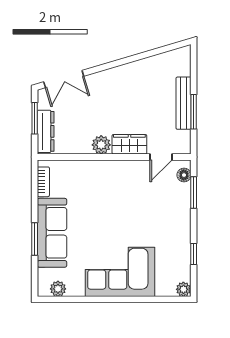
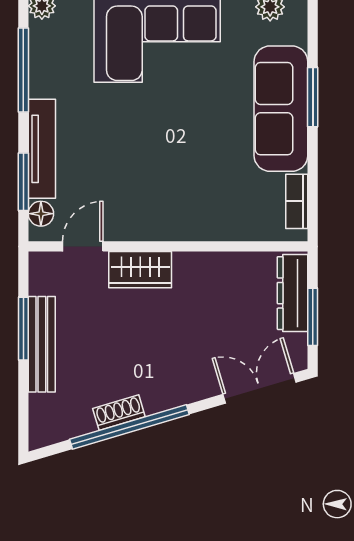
window: (135, 58) -> (129, 427), added
shoe rack: (141, 66) -> (119, 413), added
plant: (101, 145) -> (191, 269), removed
tv unit: (183, 211) -> (42, 149), added
window: (194, 254) -> (23, 70), width x2.17

